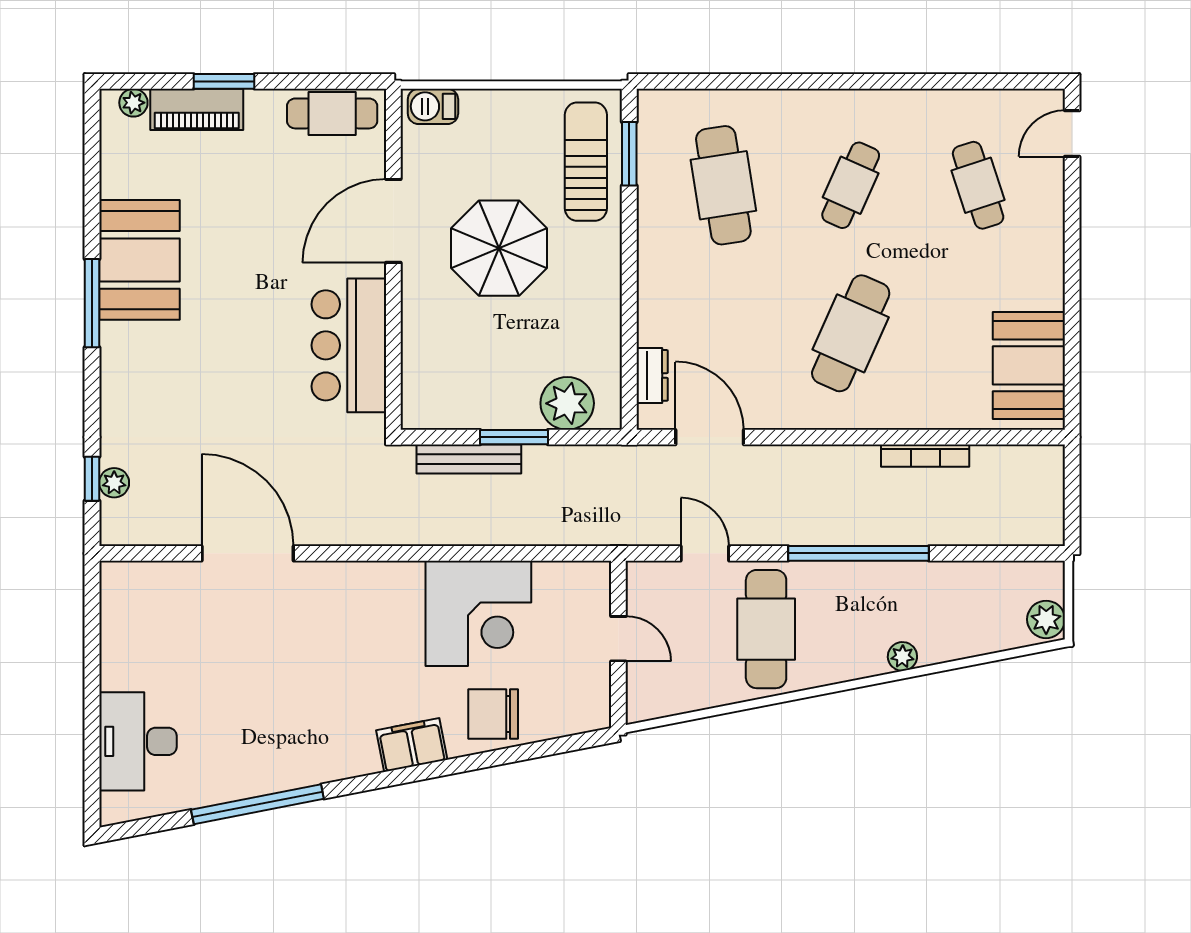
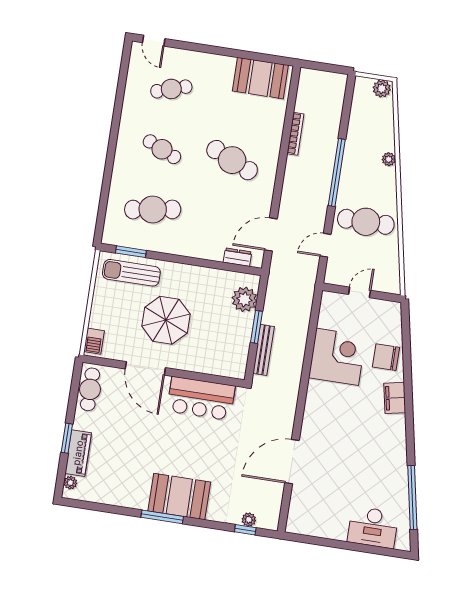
booth: (139, 260) -> (179, 497), moved
chair: (493, 714) -> (386, 357), turned 90
window: (257, 804) -> (412, 498), moved

